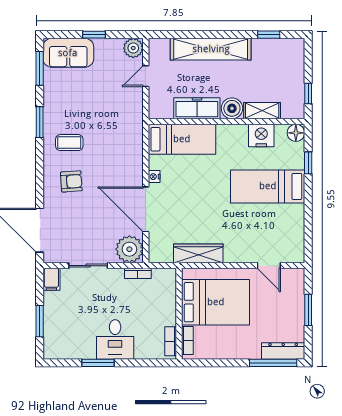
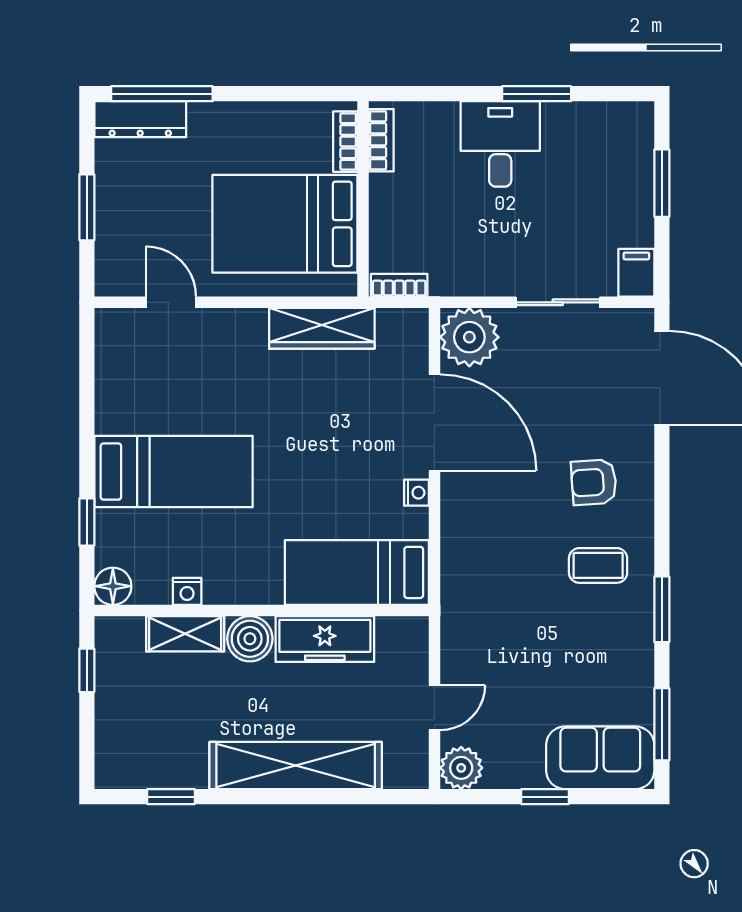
nightstand: (261, 135) -> (187, 591), width x0.53, depth x0.56
bookcase: (138, 273) -> (399, 285), moved

